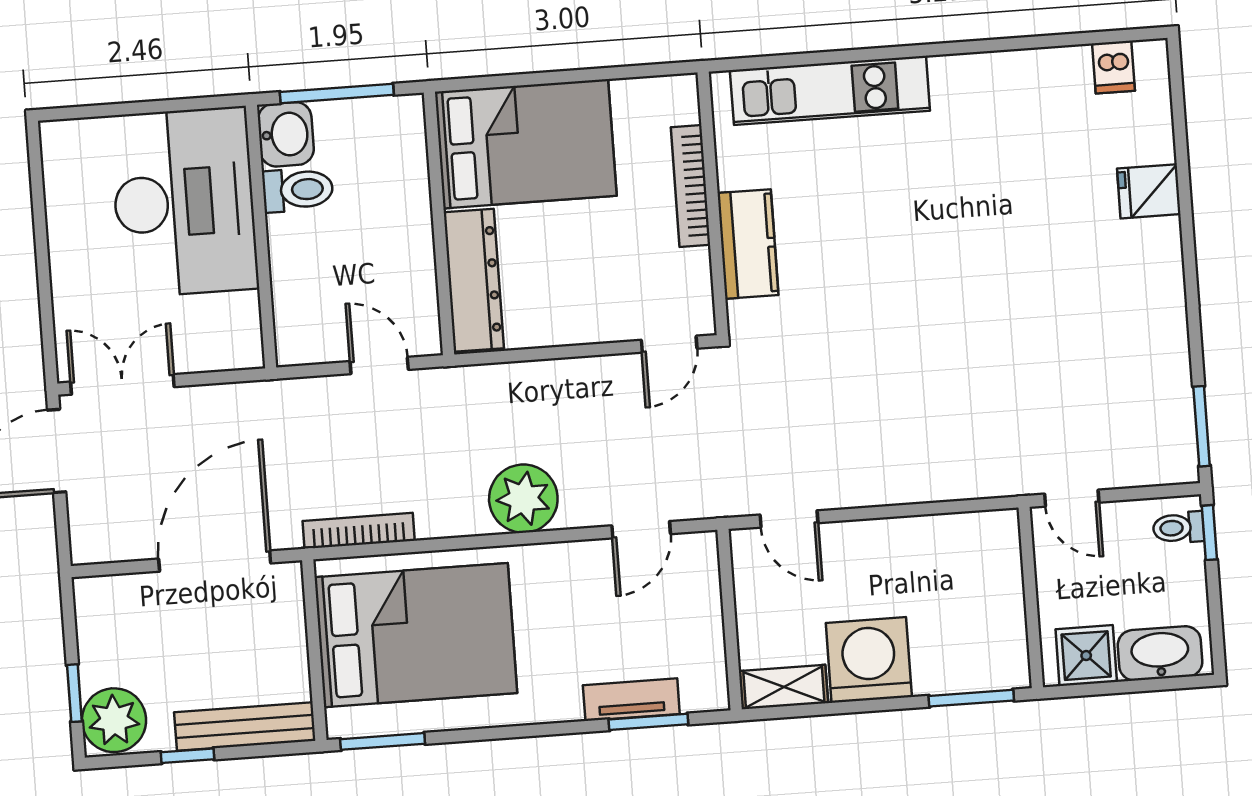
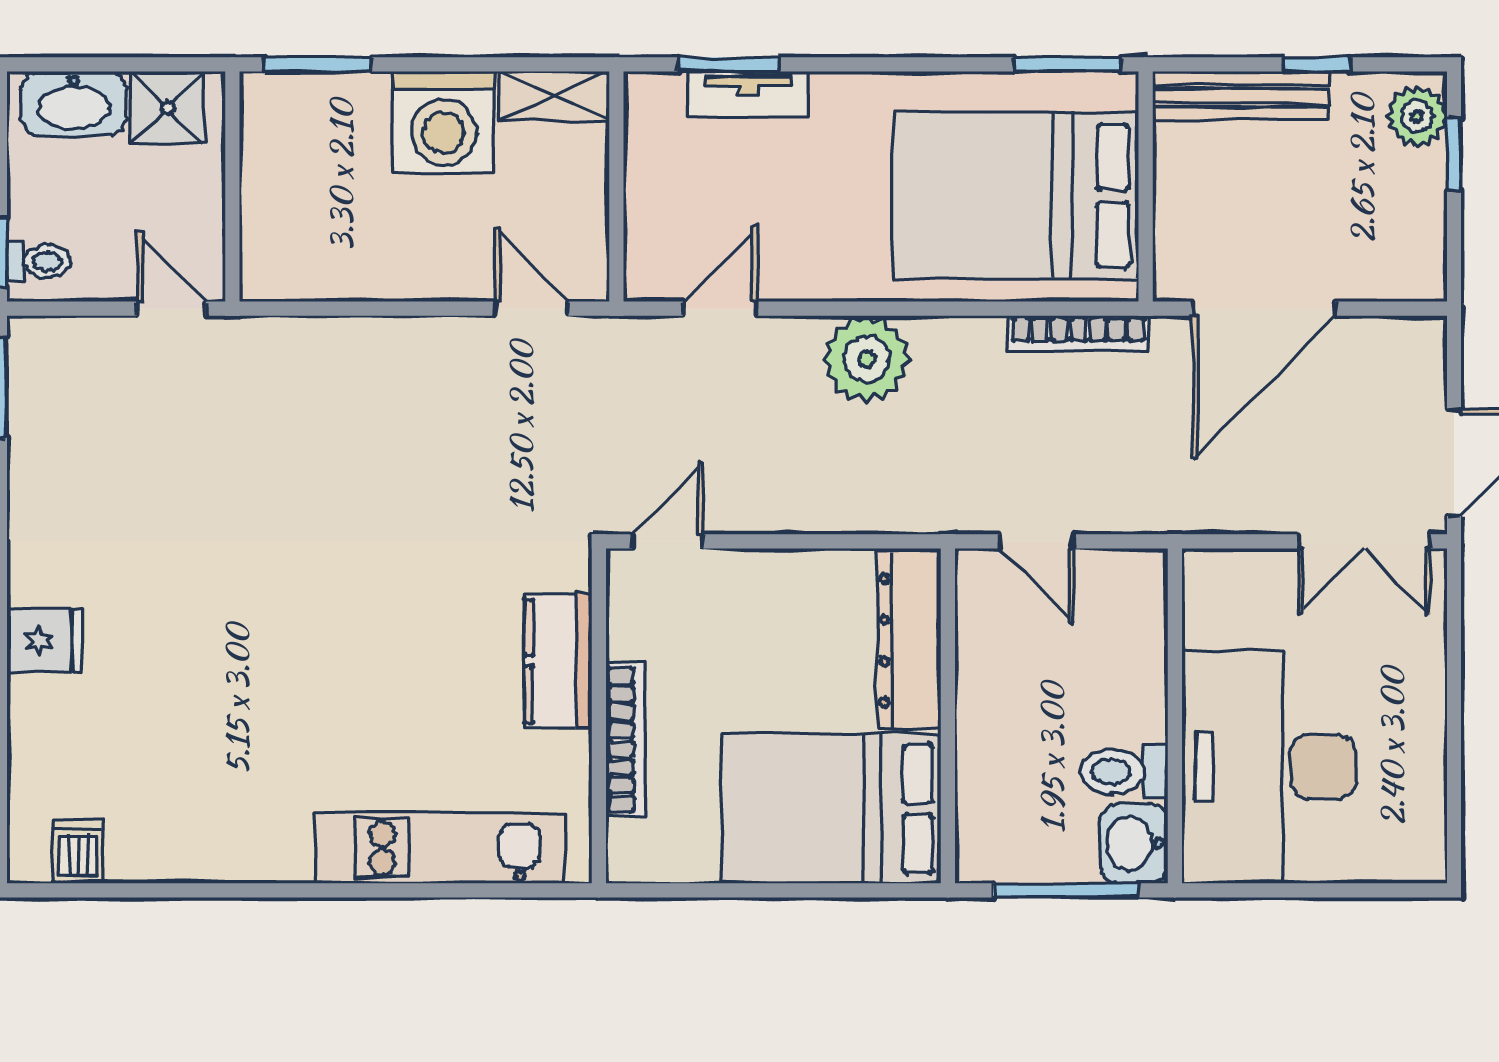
fridge: (1149, 191) -> (45, 640), moved
plant: (114, 720) -> (1417, 116), width x0.73, depth x0.73

